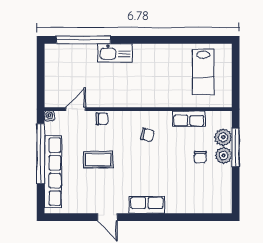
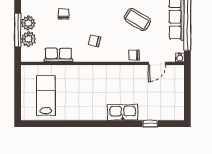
window: (83, 40) -> (150, 124), width x0.32
chair: (200, 157) -> (63, 14), moved
coffee table: (98, 160) -> (137, 19), turned 32

